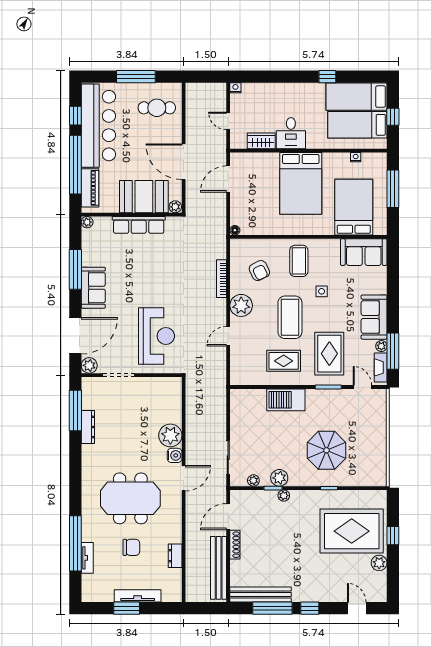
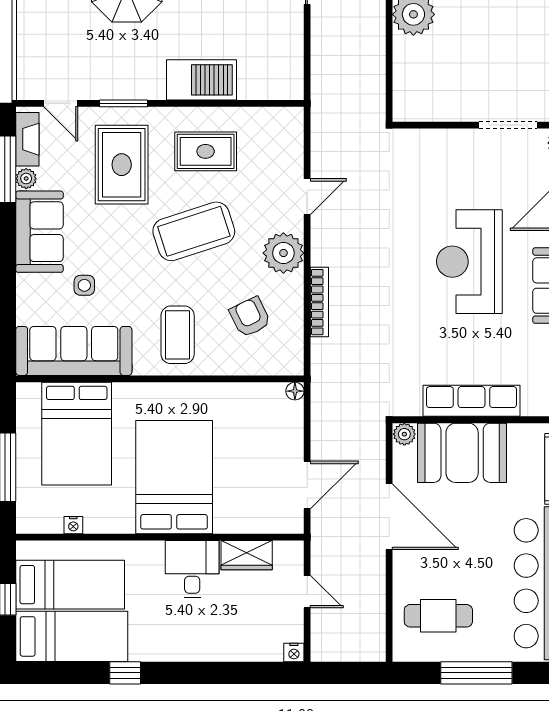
sofa: (364, 252) -> (74, 351), width x1.36
side table: (322, 291) -> (84, 285), moved
coffee table: (290, 317) -> (194, 231), turned 72
reception desk: (157, 336) -> (469, 262), moved

